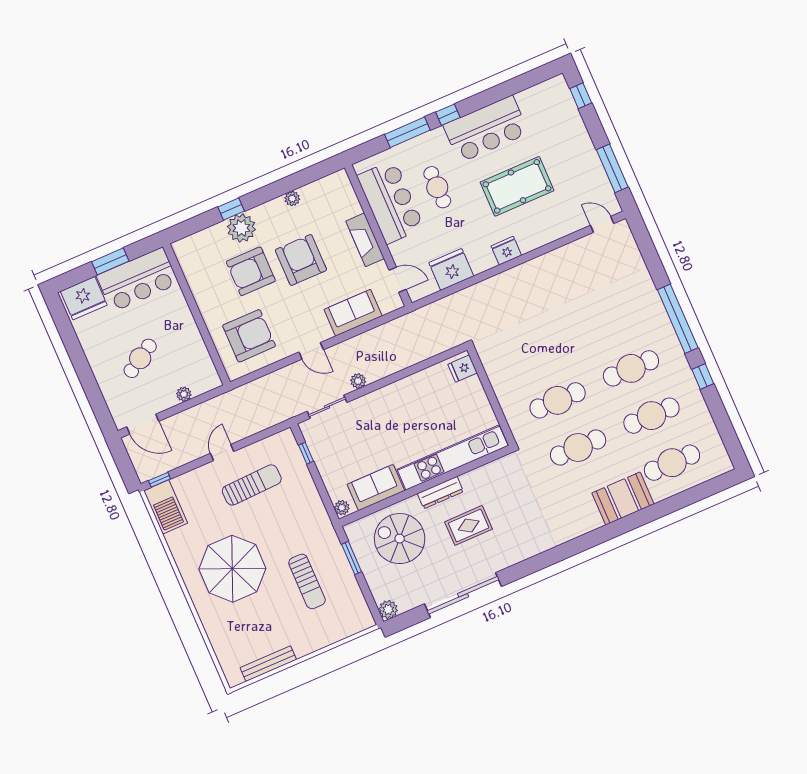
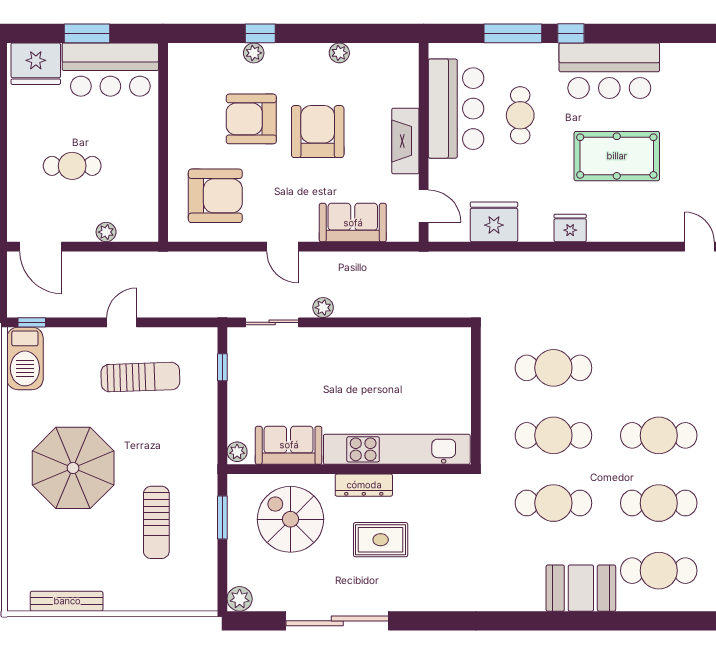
plant: (241, 228) -> (254, 53), width x0.53, depth x0.53
cafe table: (537, 353) -> (553, 368), added
cafe table: (140, 358) -> (72, 166), turned 31
fridge: (463, 369) -> (456, 347), removed

